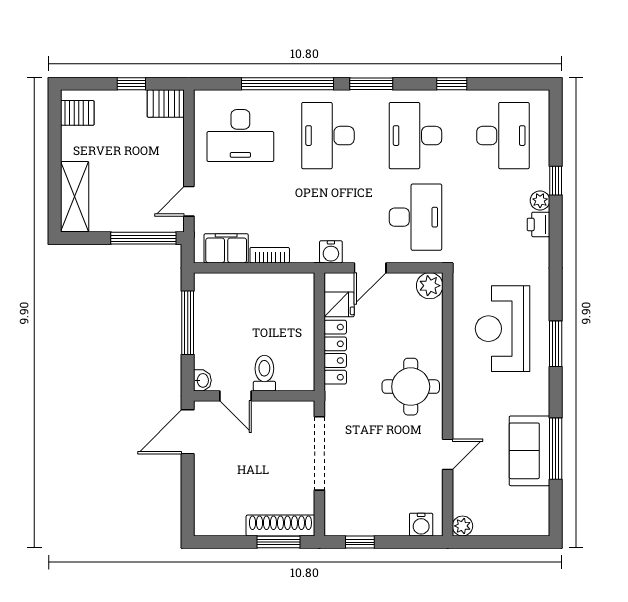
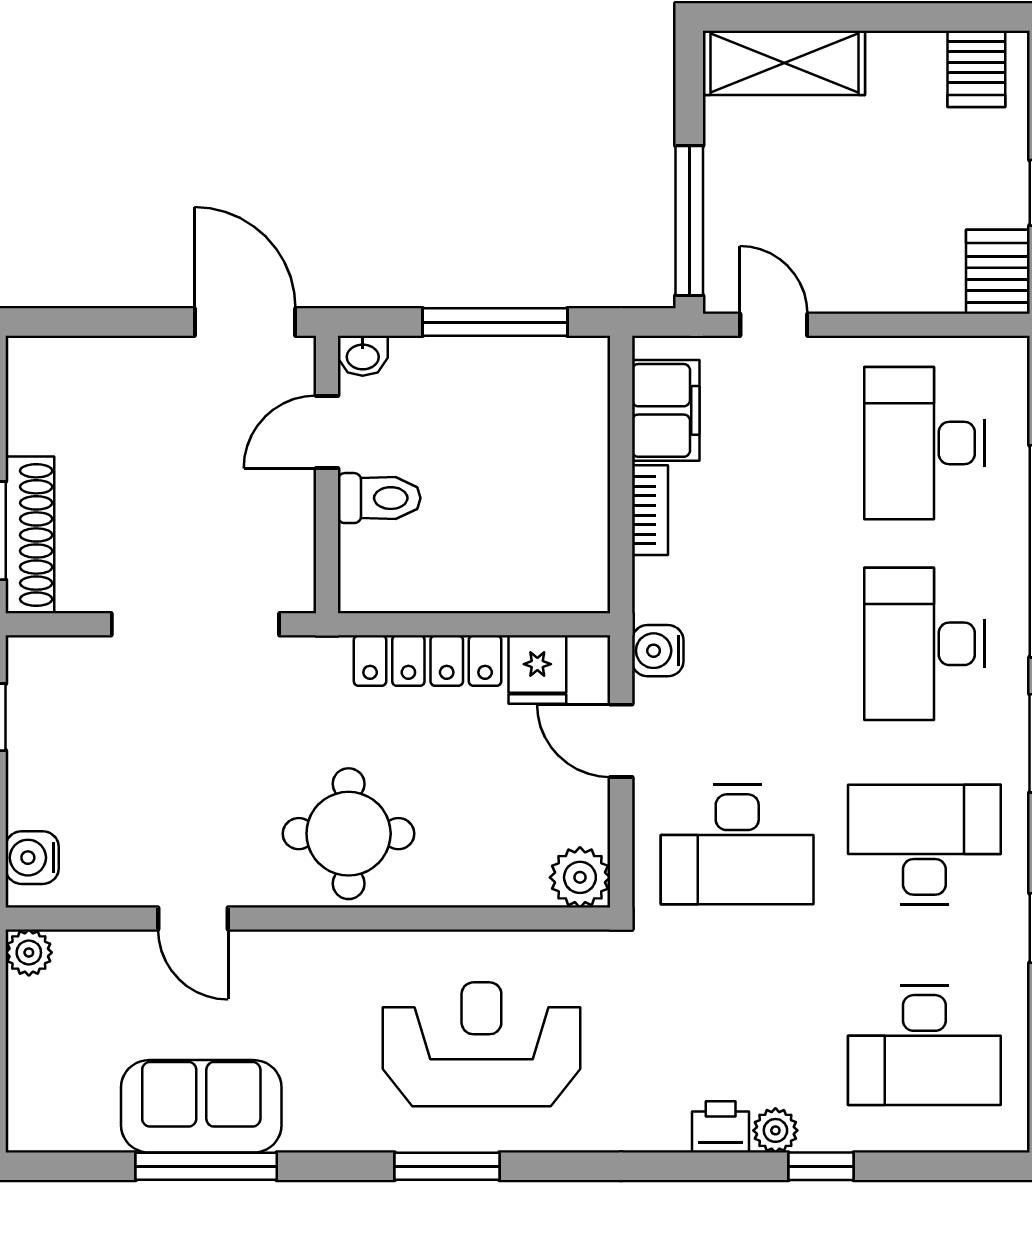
desk: (328, 136) -> (924, 644), turned -90

